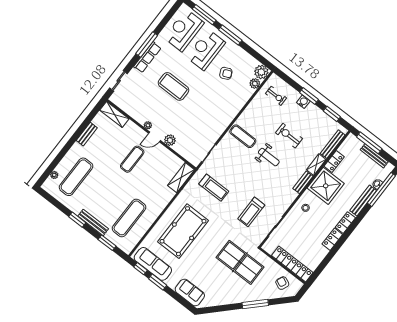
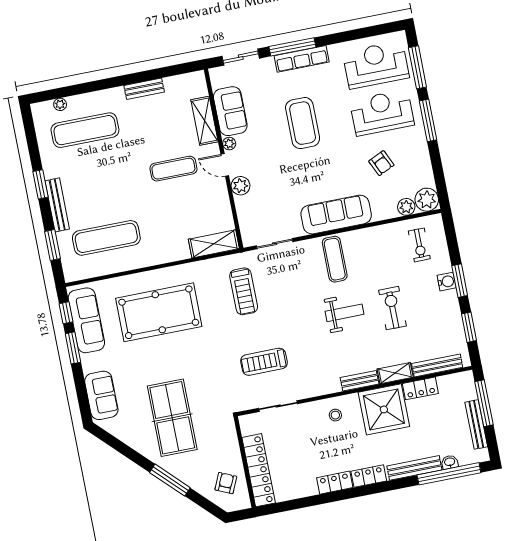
window: (147, 44) -> (292, 47), moved
sofa: (135, 110) -> (230, 111), added
shelving: (114, 114) -> (205, 121), moved
sofa: (226, 115) -> (336, 215), added
weight bench: (269, 157) -> (344, 313), turned -90
table tennis table: (240, 262) -> (172, 418), moved

